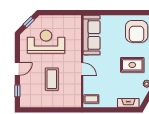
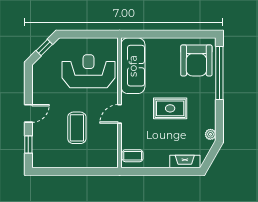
reception desk: (46, 42) -> (89, 71), moved
rug: (132, 65) -> (170, 108), moved
door: (82, 69) -> (120, 114), swing flipped

